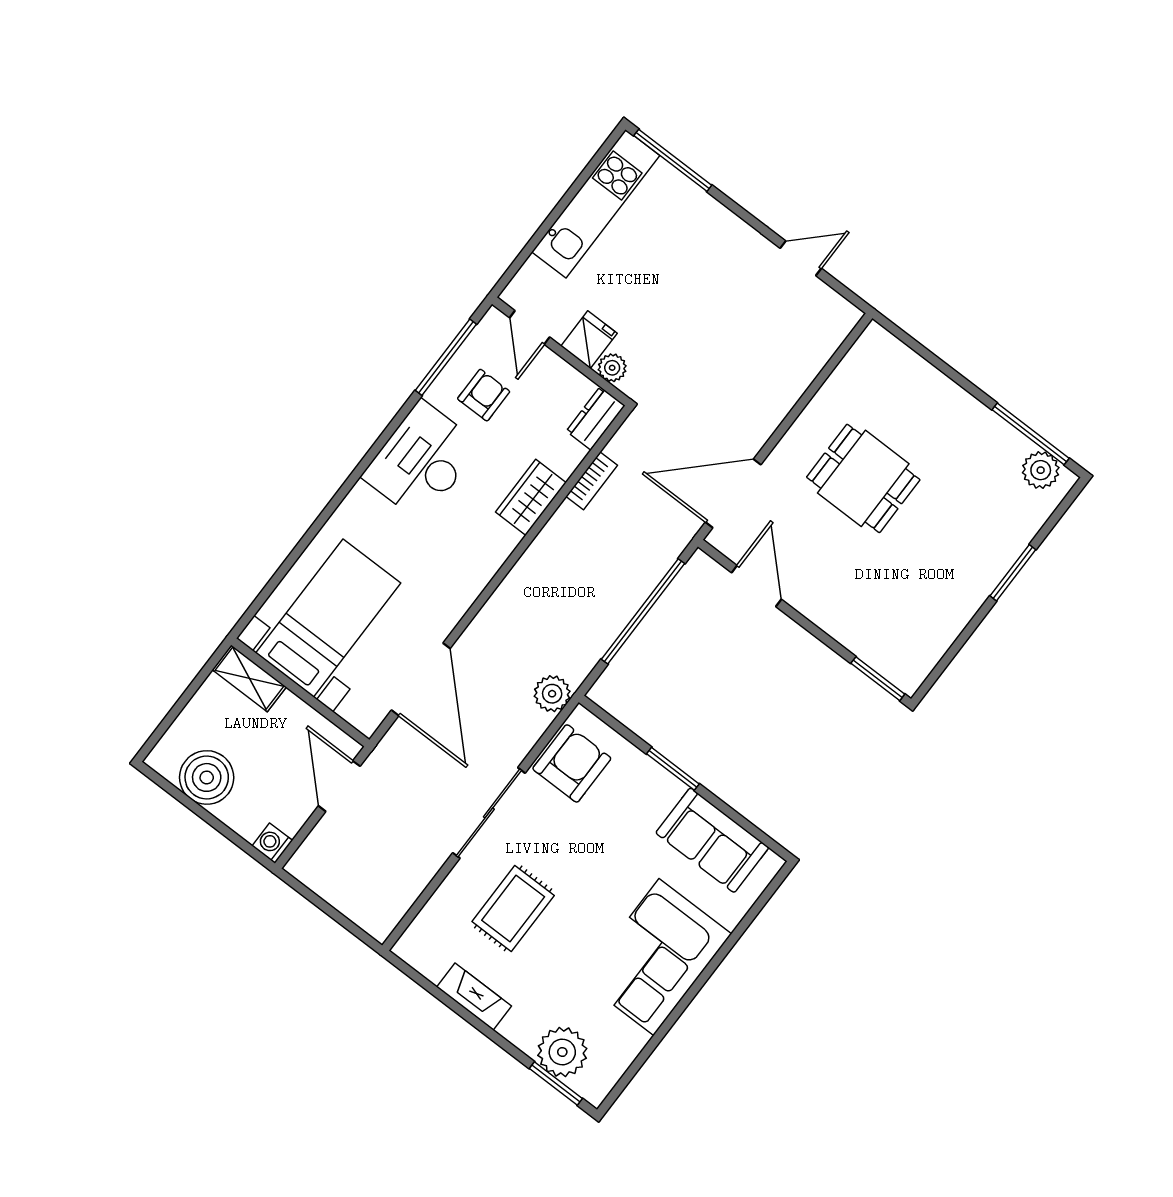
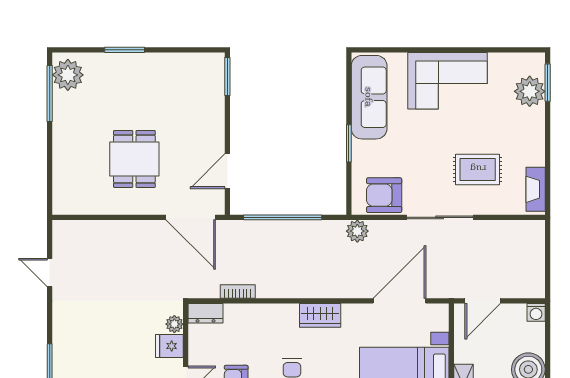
plant: (1041, 470) -> (68, 75), width x1.36, depth x1.36
wardrobe: (531, 497) -> (320, 315), moved
sofa: (712, 840) -> (369, 97), width x1.36
fireplace: (474, 997) -> (536, 189), moved

